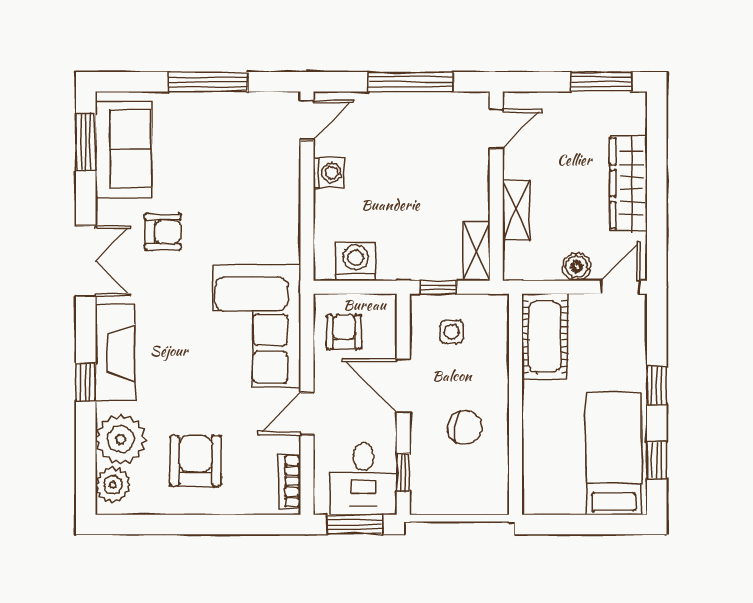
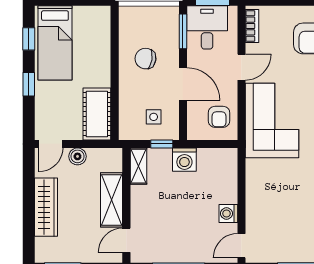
shelving: (516, 210) -> (112, 200), width x1.50, depth x1.33
washing machine: (356, 261) -> (184, 160), moved
window: (403, 472) -> (183, 31), width x1.50

